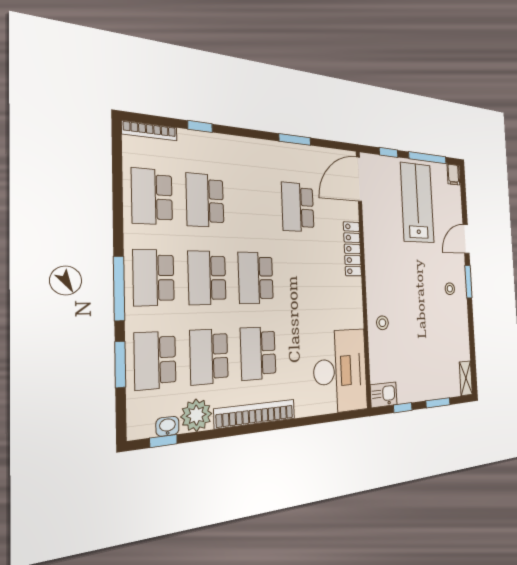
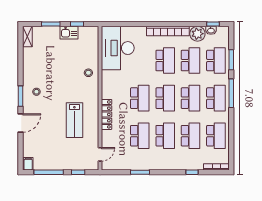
door: (359, 179) -> (100, 154), width x0.53
lab bench: (417, 203) -> (74, 120), moved, width x0.73, depth x0.72
school desk: (253, 204) -> (165, 136), added
school desk: (300, 278) -> (140, 98), added
kitchen sink: (384, 395) -> (69, 33), moved

